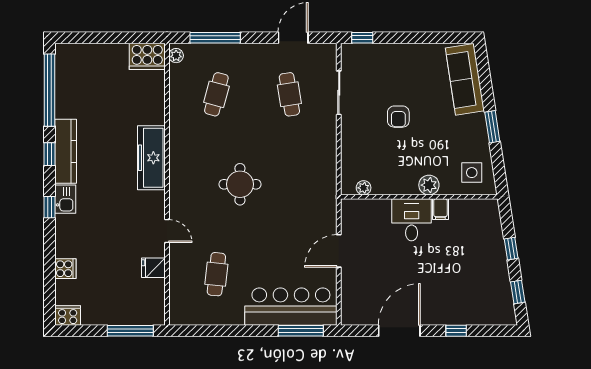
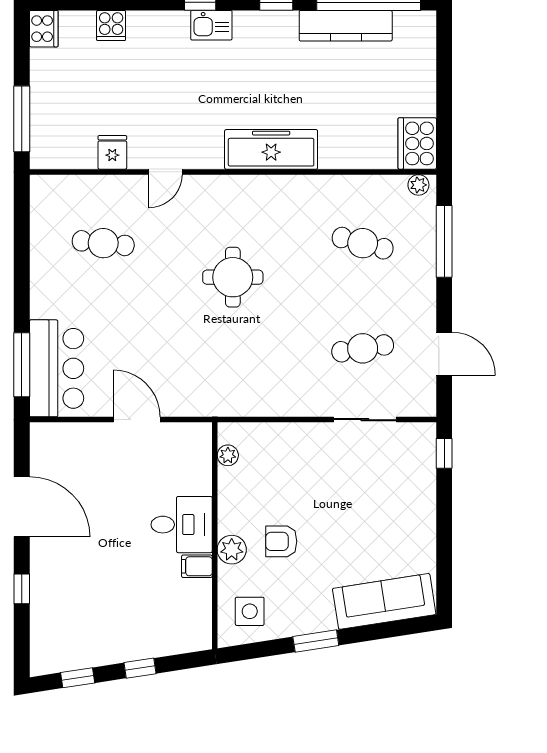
armchair: (398, 117) -> (281, 541), moved
kitchen counter: (66, 151) -> (346, 26), moved
bar counter: (291, 307) -> (57, 368), width x0.73

